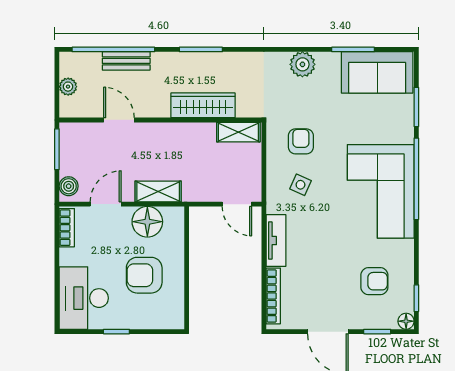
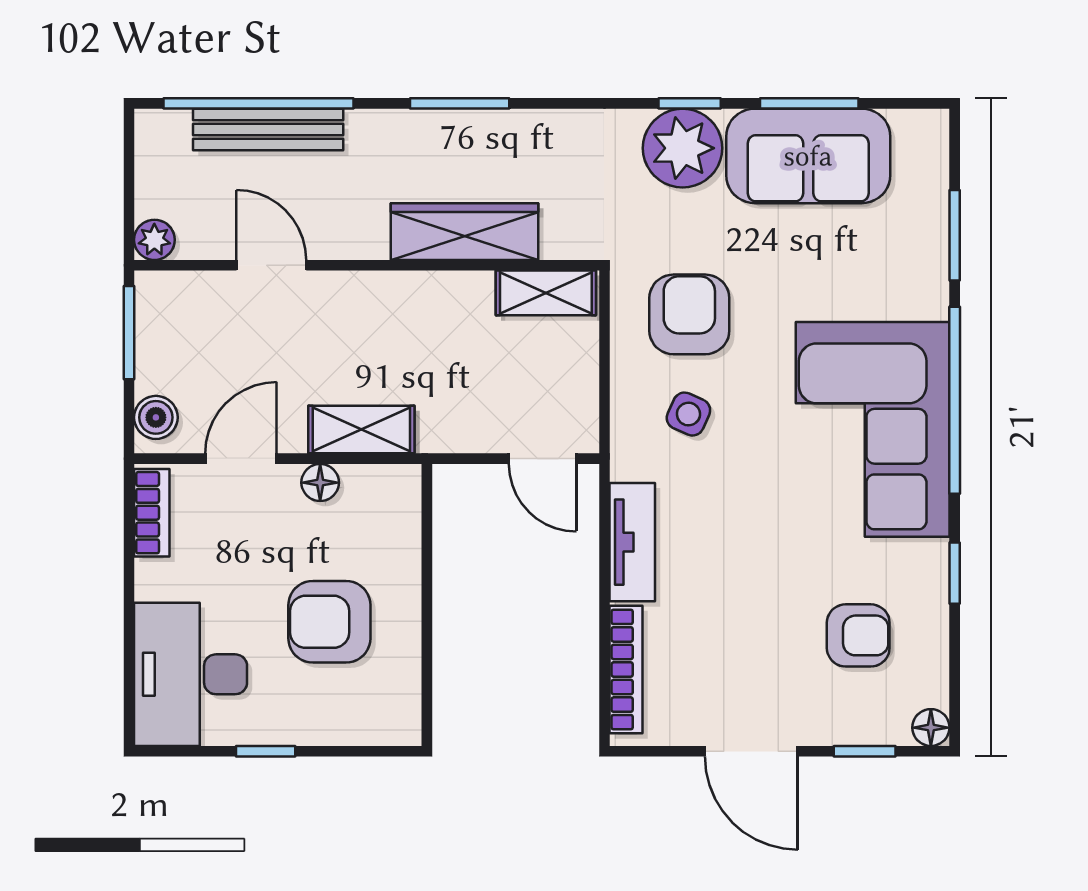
window: (301, 49) -> (690, 103), added
bench: (126, 61) -> (268, 130), width x1.36
plant: (302, 64) -> (683, 148), width x1.36, depth x1.36
sofa: (377, 72) -> (808, 156), moved
plant: (68, 87) -> (154, 240), moved
armchair: (301, 141) -> (689, 314), width x1.38, depth x1.38
floor lamp: (147, 222) -> (320, 483), width x0.53, depth x0.53
window: (416, 298) -> (955, 573), moved

